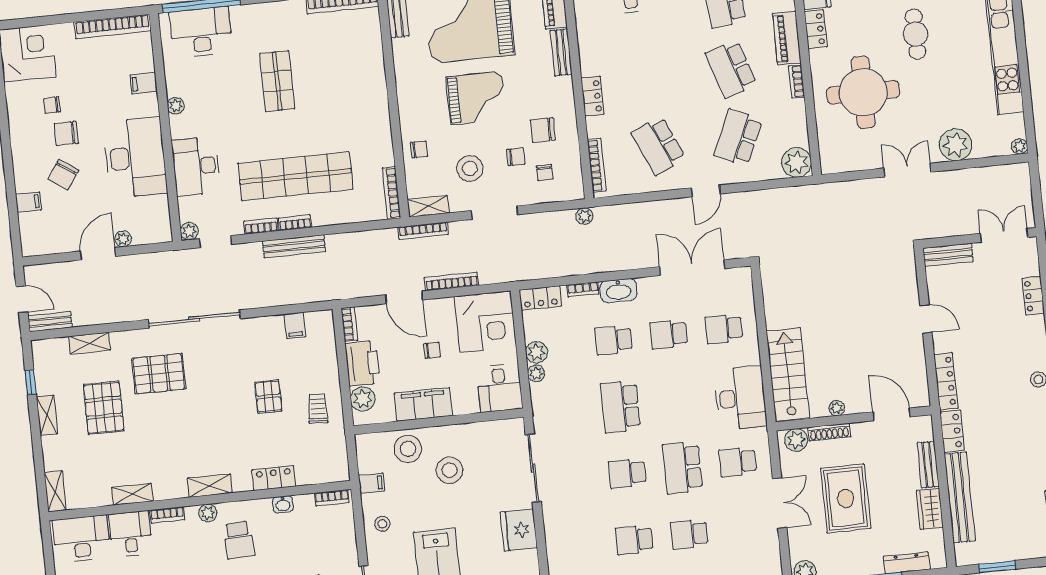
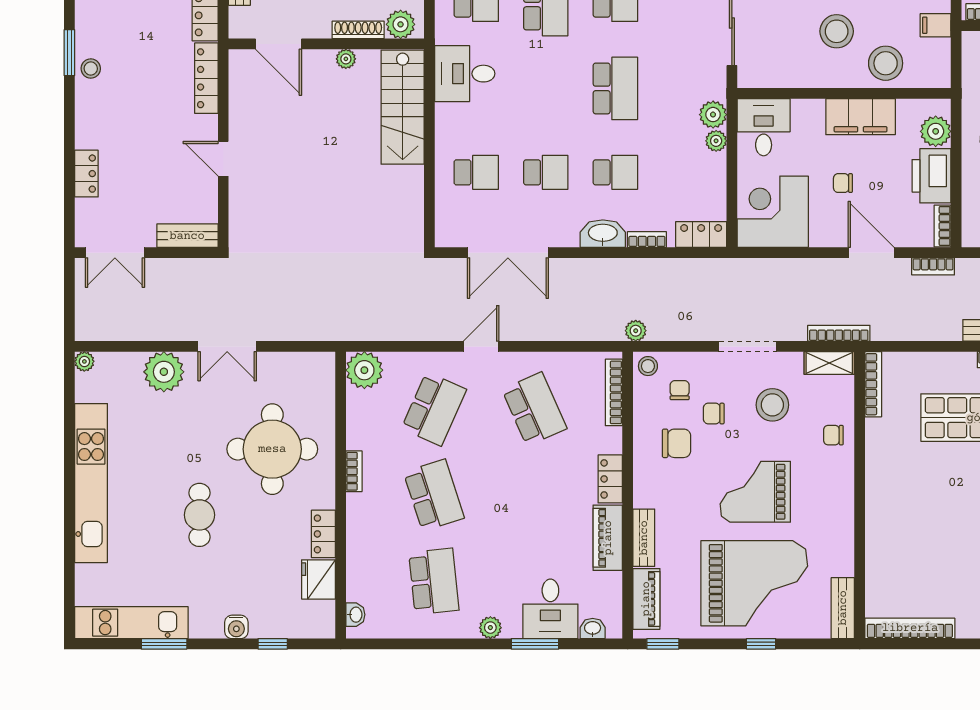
piano: (787, 38) -> (608, 538), moved, turned 180
stool: (572, 189) -> (648, 366), added
bookcase: (451, 281) -> (933, 266), moved, width x0.64
plant: (536, 352) -> (713, 115), moved
desk: (740, 398) -> (465, 74), width x0.73

